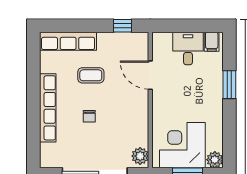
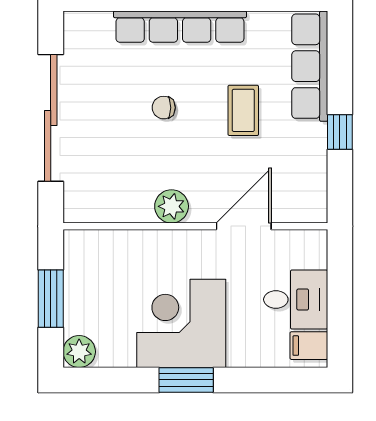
window: (122, 26) -> (340, 132), moved
window: (229, 85) -> (186, 380), moved
corner desk: (182, 145) -> (181, 323), moved, turned -90
plant: (140, 156) -> (172, 206), moved

